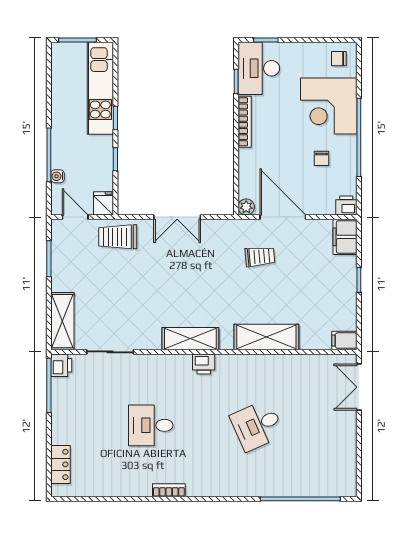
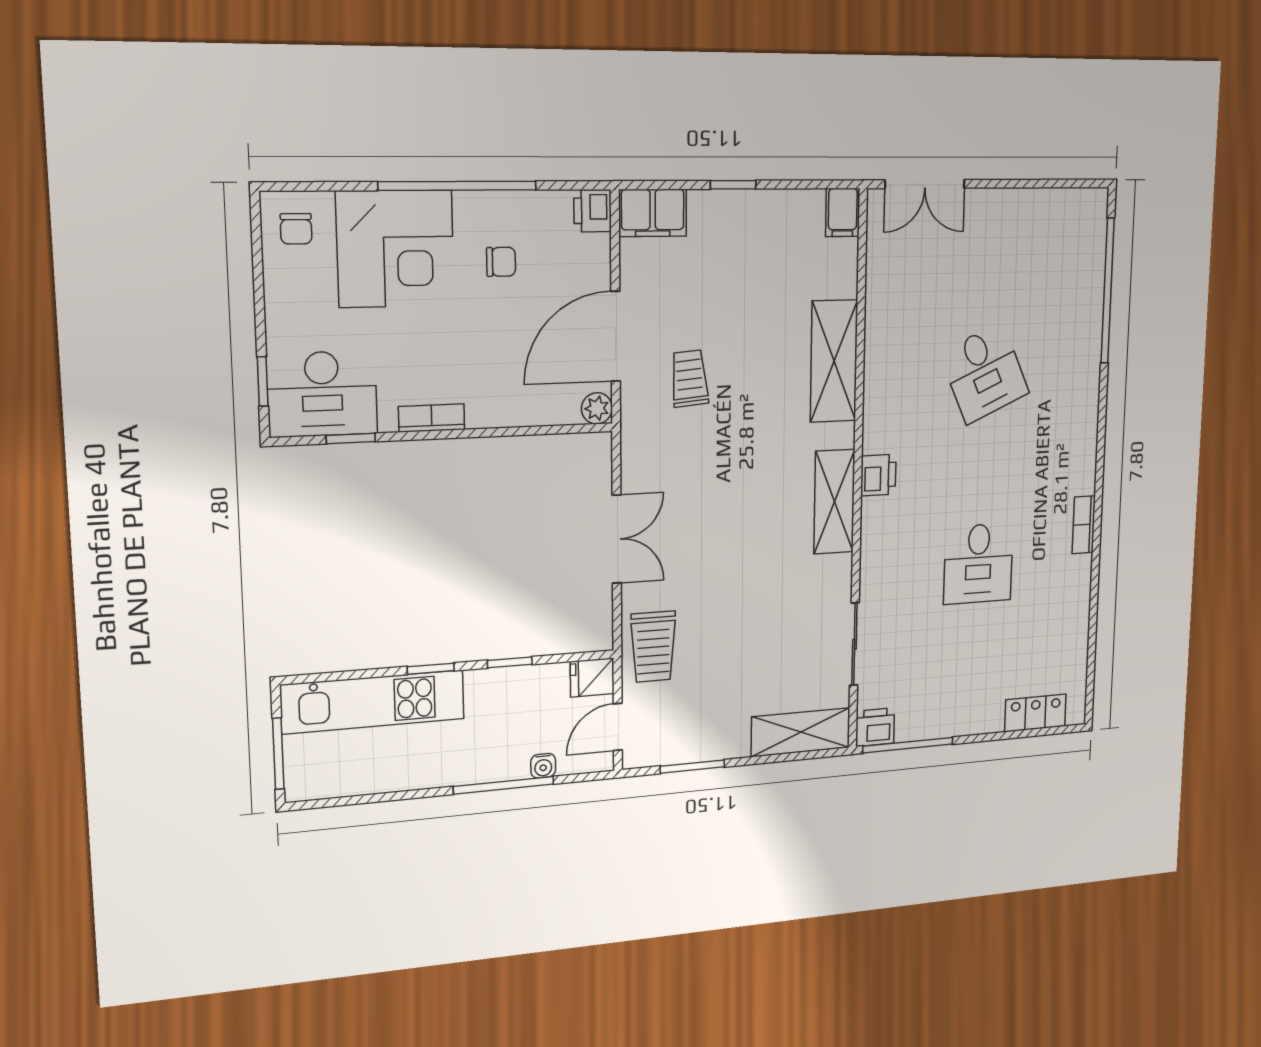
bookcase: (245, 122) -> (432, 418), width x0.64

